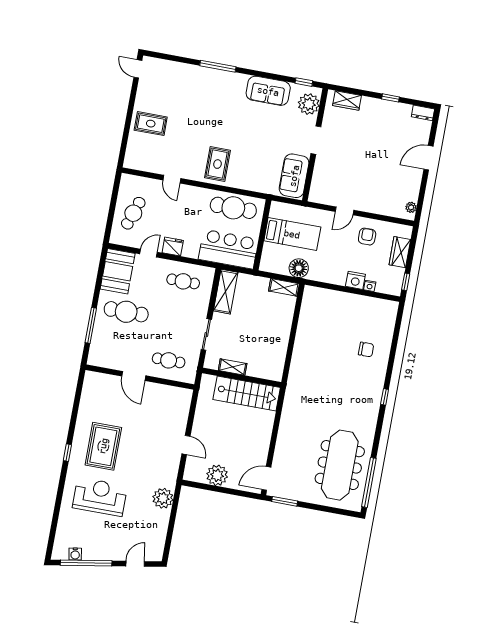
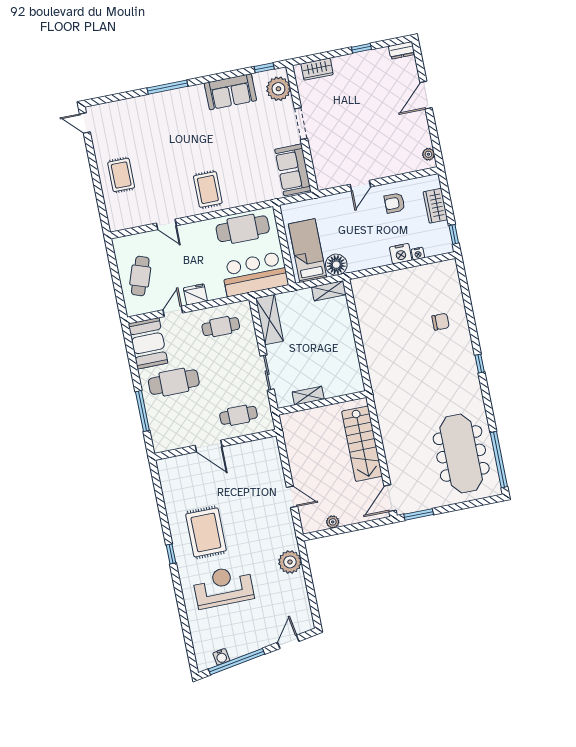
rug: (151, 124) -> (121, 175), turned 90
bed: (292, 234) -> (307, 251), moved, turned -90
armchair: (367, 237) -> (395, 203), turned -90
stairs: (247, 394) -> (362, 444), moved, turned 90
plant: (217, 475) -> (333, 522), width x0.53, depth x0.53

